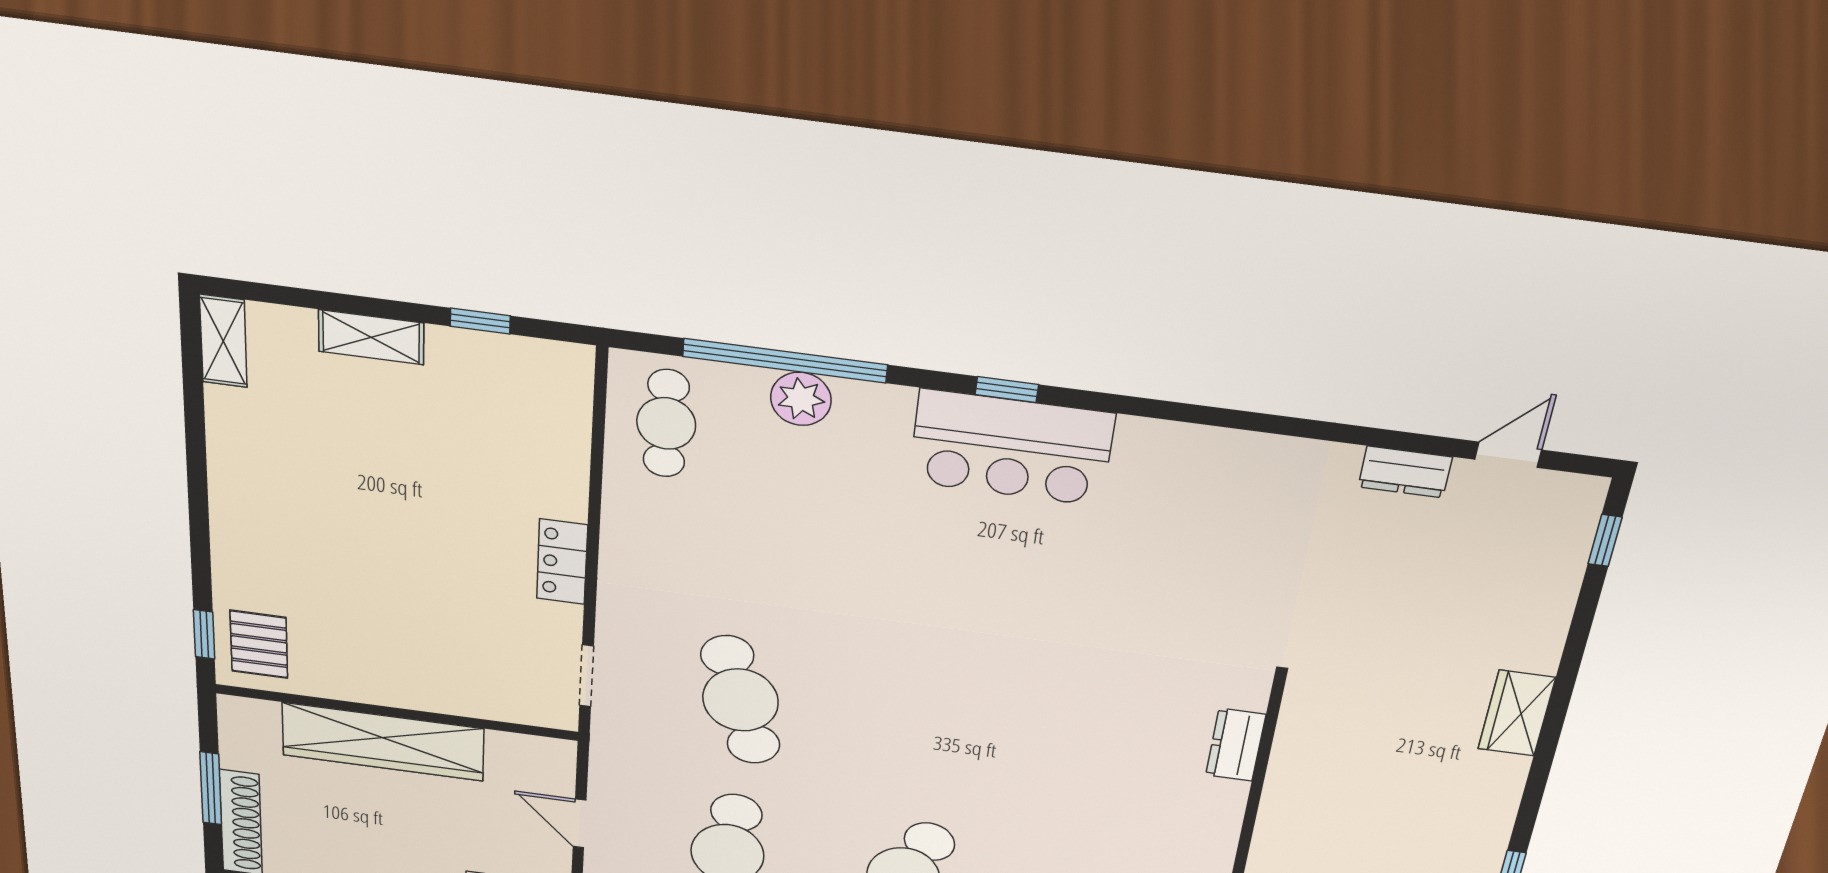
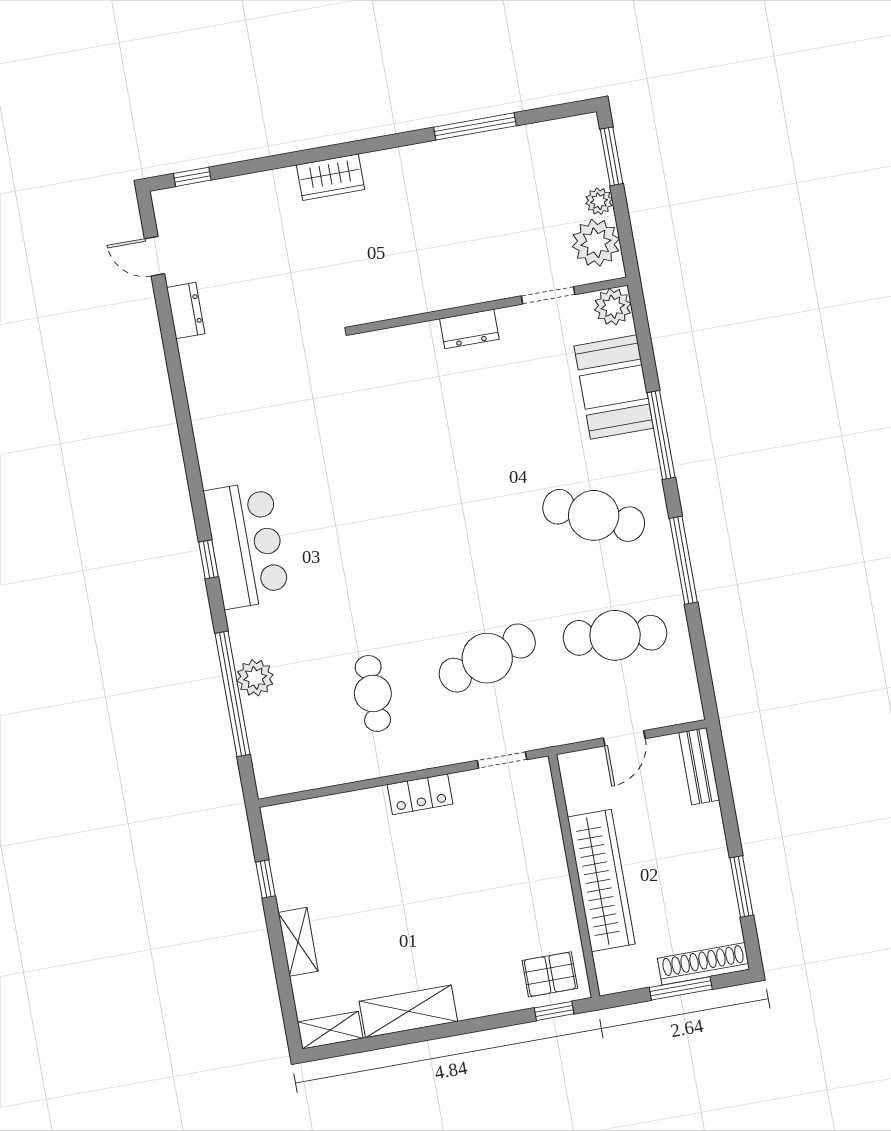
cafe table: (666, 423) -> (373, 693), moved, turned 90
shelving: (235, 453) -> (408, 1011), added
dresser: (1236, 745) -> (469, 329), moved

